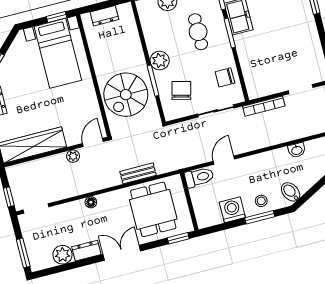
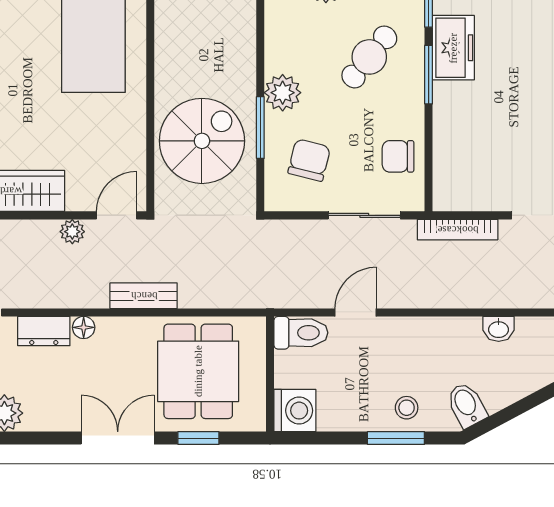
cafe table: (198, 32) -> (369, 57), turned 39
spiral stairs: (126, 95) -> (202, 141), turned 180
bench: (138, 173) -> (144, 296), moved
washing machine: (232, 210) -> (295, 411), moved, turned 90
window: (178, 238) -> (198, 438), moved
dresser: (86, 251) -> (44, 331), moved, turned 180

